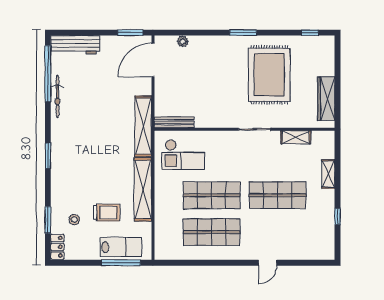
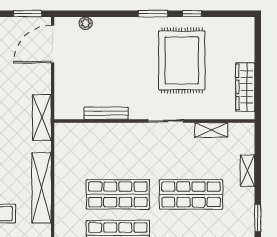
window: (310, 33) -> (192, 14), moved
bench: (174, 122) -> (106, 113), moved
shelving: (143, 126) -> (42, 118), width x0.68
checkout: (183, 155) -> (86, 149), removed
window: (338, 216) -> (258, 218), width x1.50

